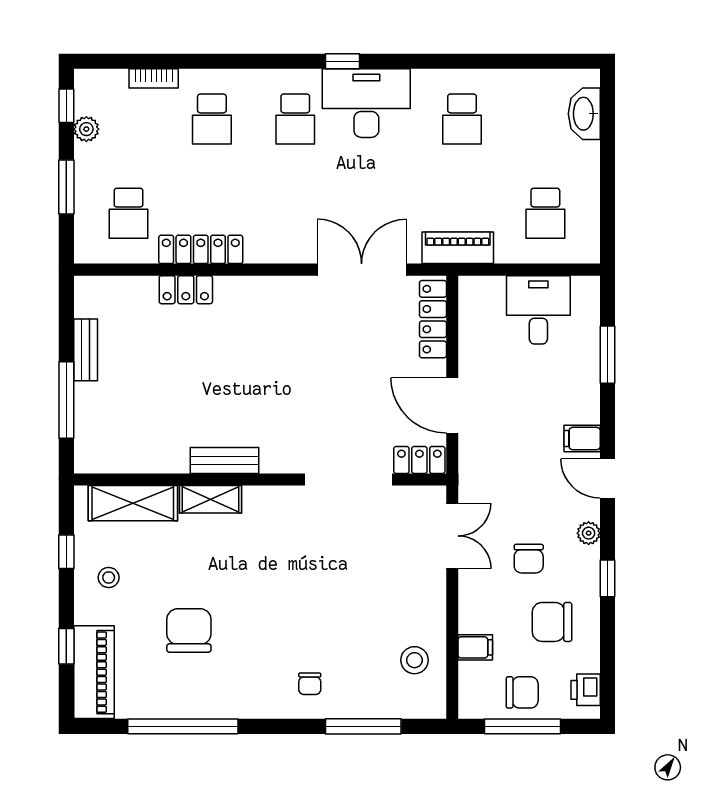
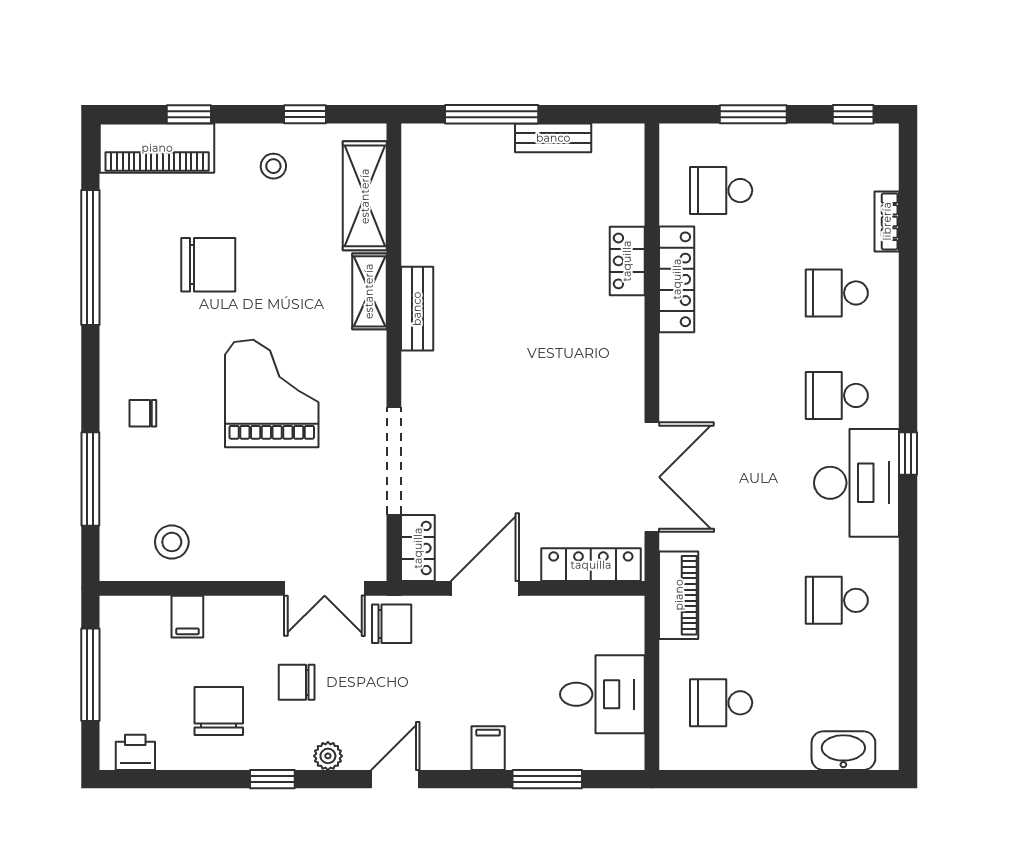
plant: (86, 129) -> (824, 139), removed
filing cabinet: (582, 439) -> (488, 748), moved
grand piano: (294, 579) -> (272, 394), added
chair: (522, 692) -> (392, 624), moved, turned -90

